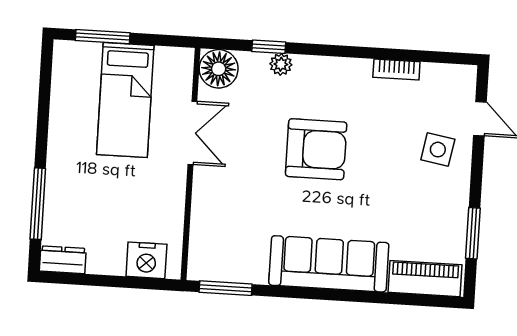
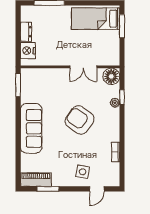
bed: (125, 100) -> (96, 19), moved
armchair: (316, 149) -> (80, 120), turned 126
dresser: (63, 260) -> (26, 32), moved
piano: (425, 279) -> (36, 180), moved, turned -90

